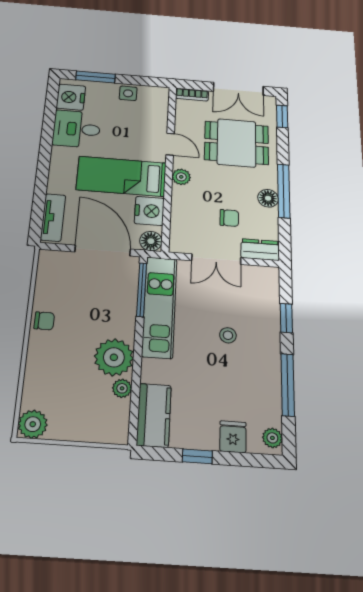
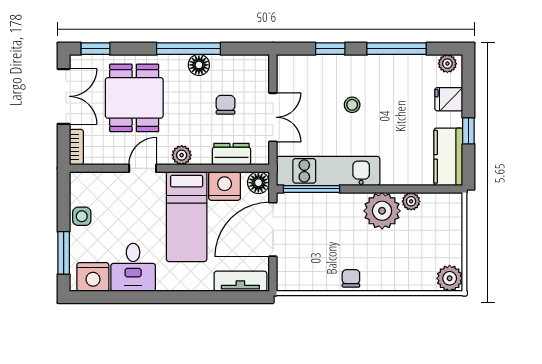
dresser: (260, 250) -> (232, 154), moved, turned 90
kitchen counter: (154, 415) -> (448, 157), moved, turned -90

